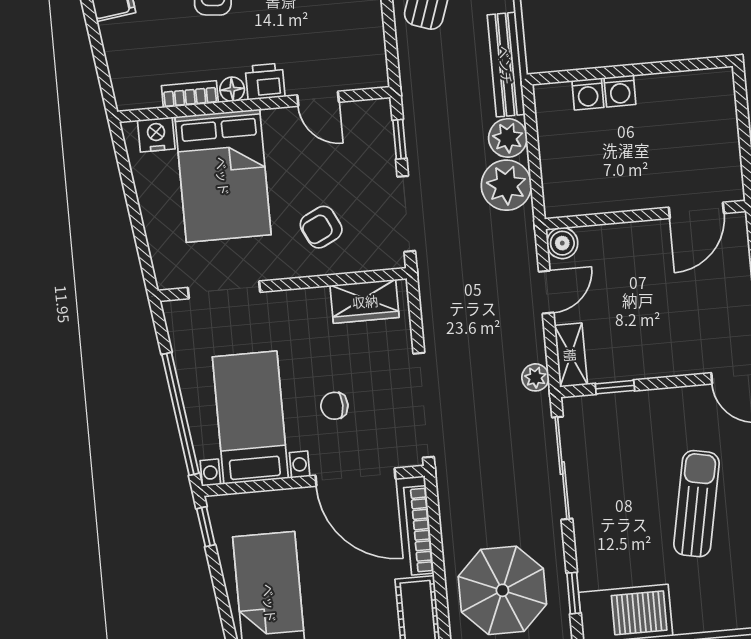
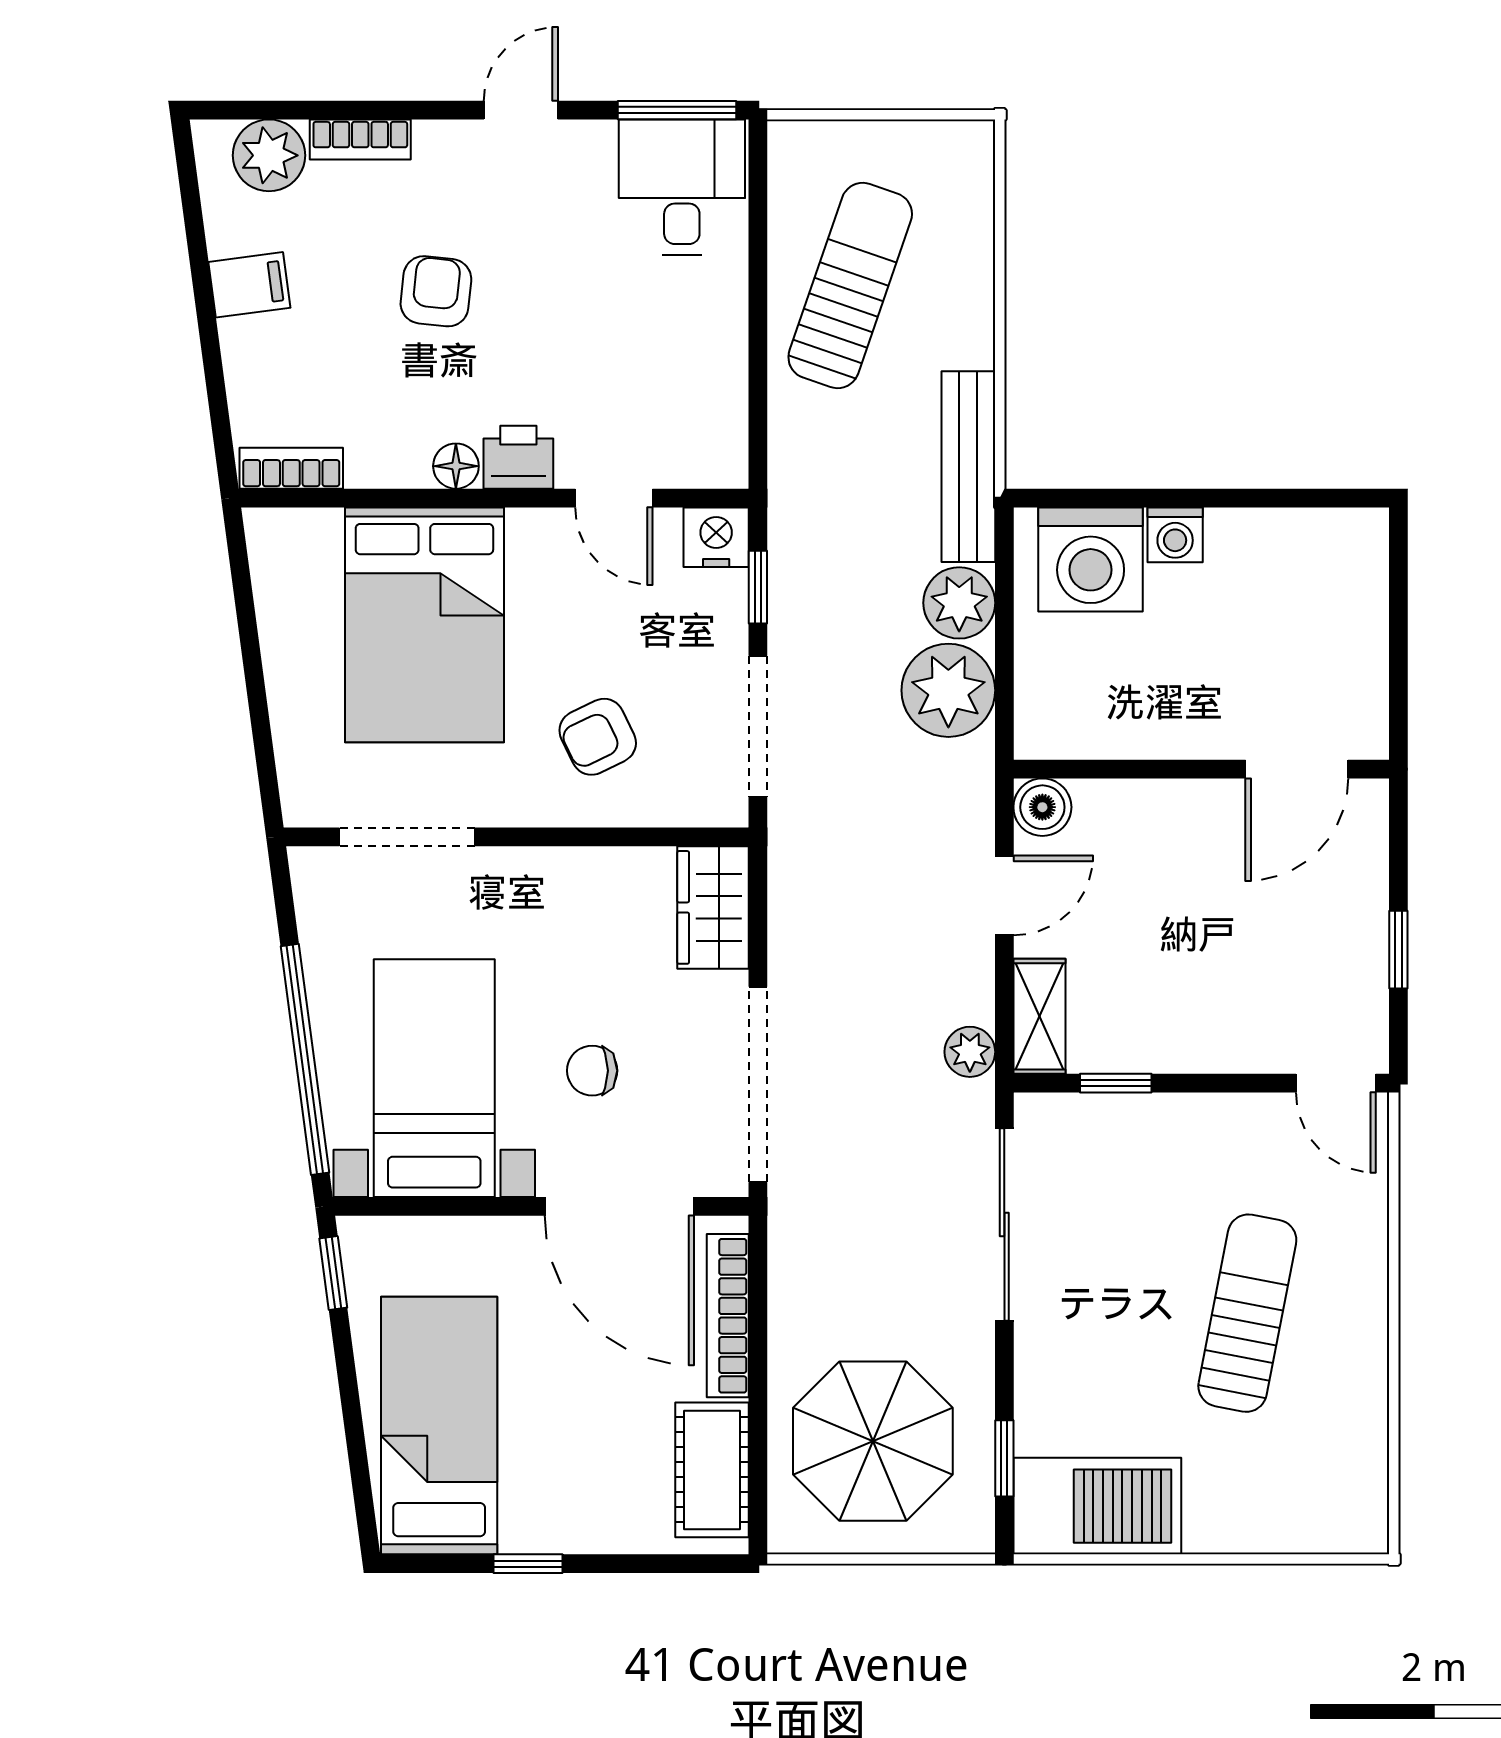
bookcase: (190, 94) -> (291, 468), moved
washing machine: (588, 94) -> (1091, 559), width x1.89, depth x1.89
nightstand: (156, 135) -> (716, 537), moved
wardrobe: (365, 301) -> (713, 907), moved, turned 90

